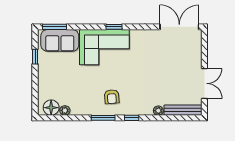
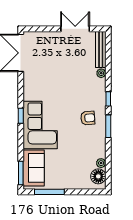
window: (35, 57) -> (49, 192), width x2.17

